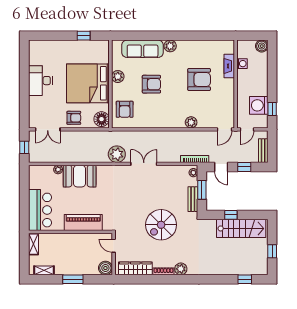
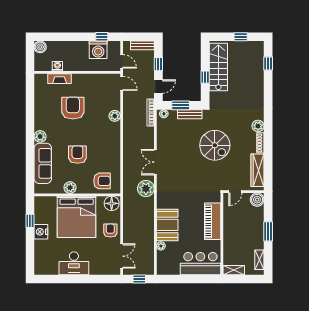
nightstand: (73, 47) -> (41, 232), added

